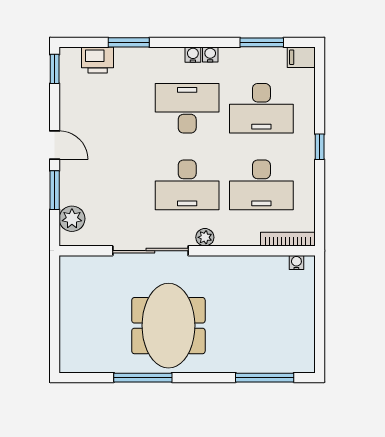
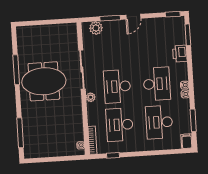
window: (129, 42) -> (188, 35), moved
printer: (98, 60) -> (180, 54), moved
window: (320, 147) -> (113, 155), moved

